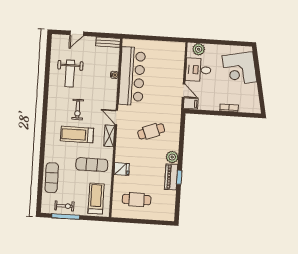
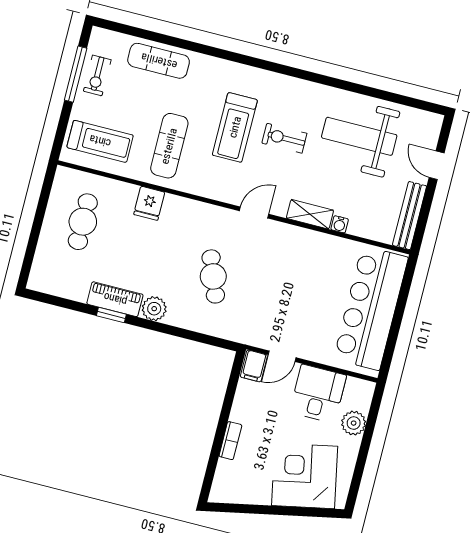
bench: (108, 42) -> (410, 216), width x1.36
plant: (199, 49) -> (354, 423), moved
weight bench: (70, 73) -> (359, 136), width x1.36, depth x1.33
bar counter: (132, 76) -> (371, 308), moved, turned 90
treadmill: (77, 135) -> (235, 127), turned 180
shelving: (109, 136) -> (310, 214), moved

